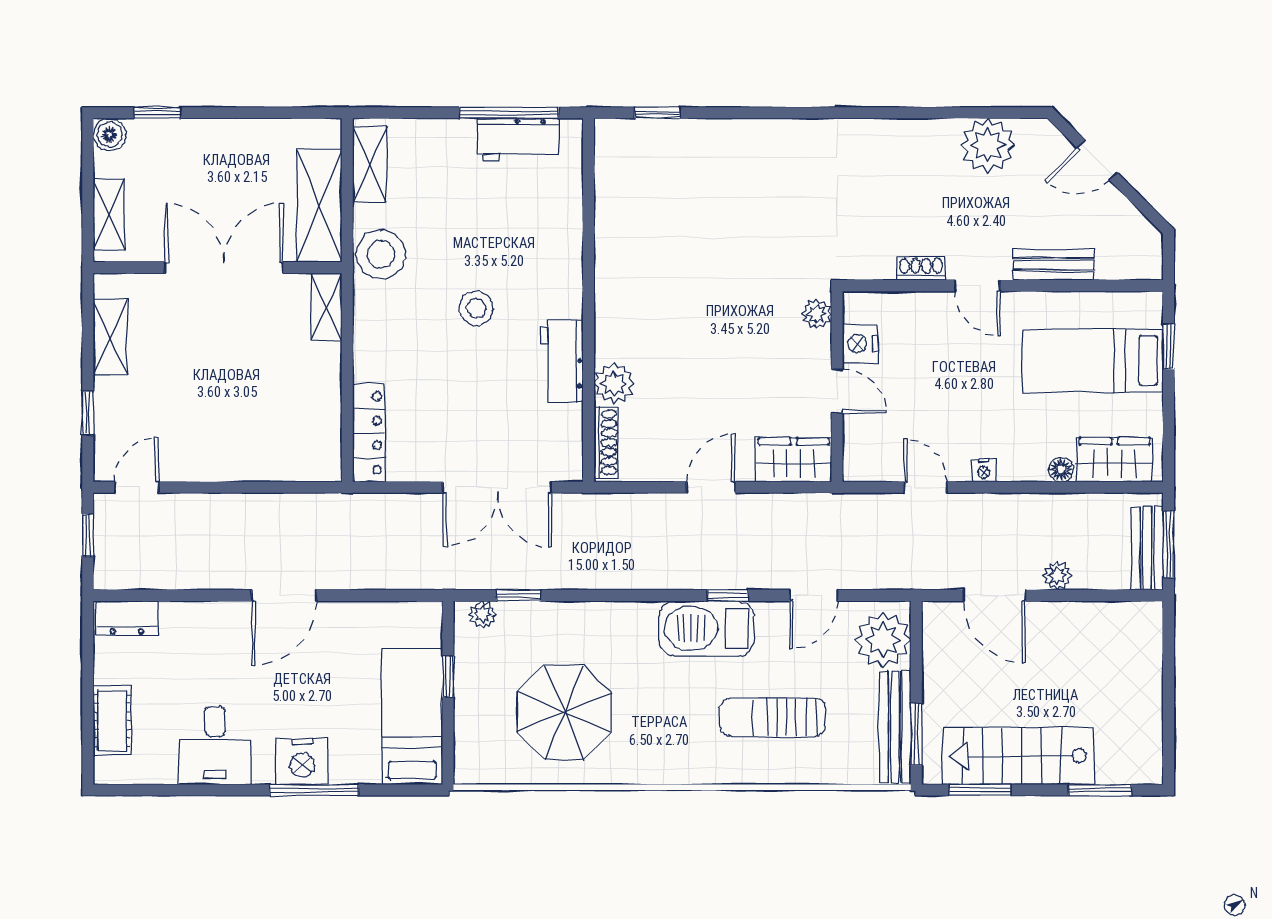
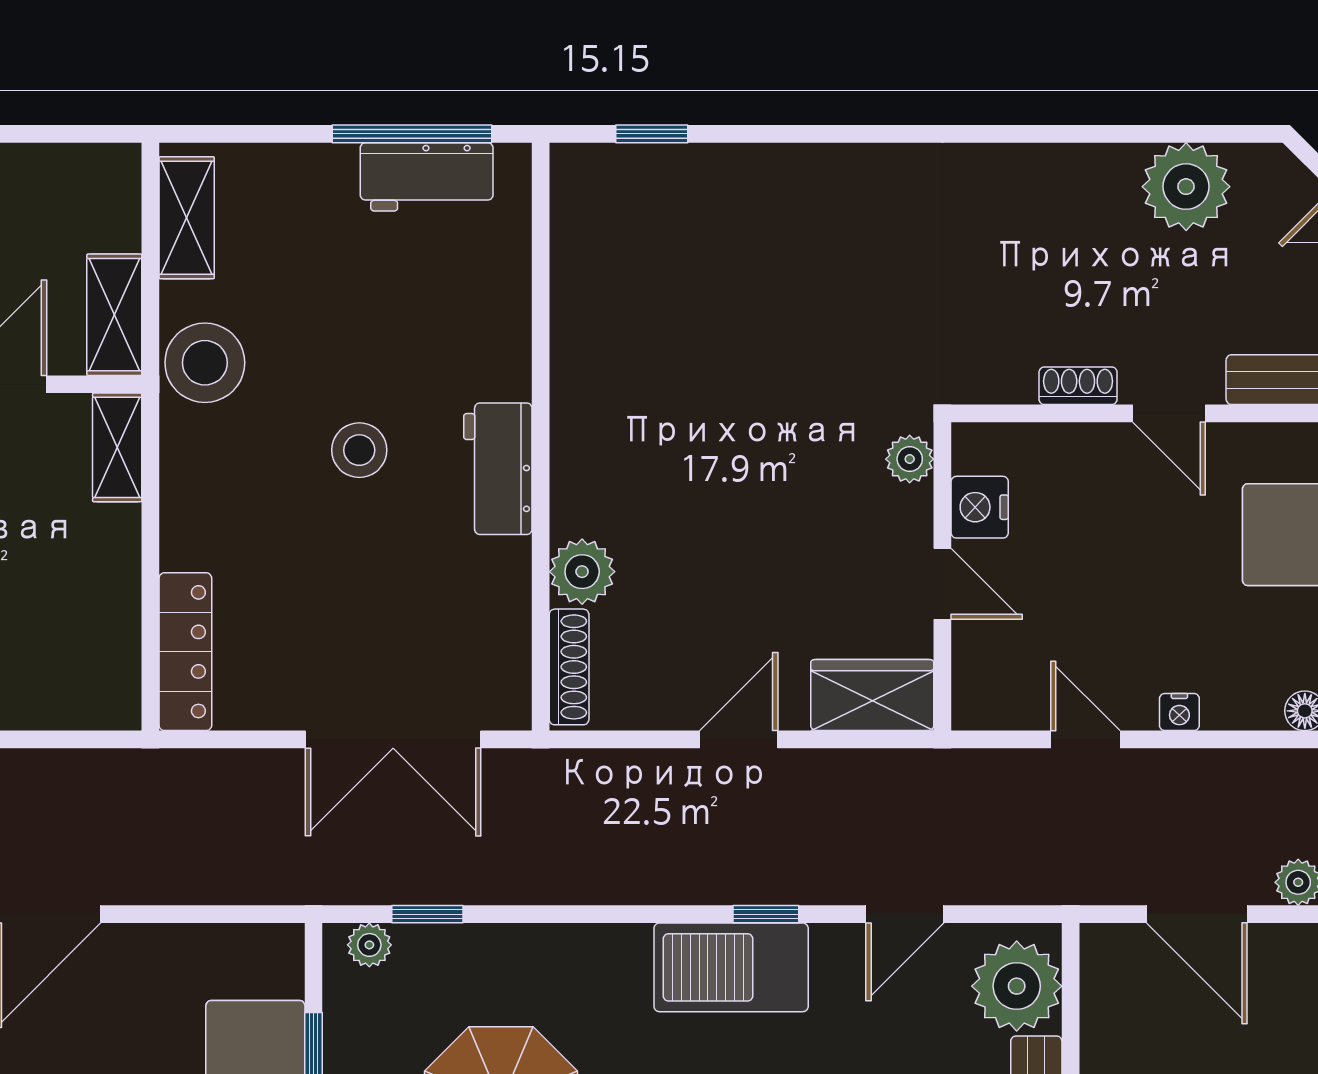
shelving: (319, 206) -> (114, 315), width x0.67, depth x0.75
workbench: (562, 361) -> (498, 469), moved

